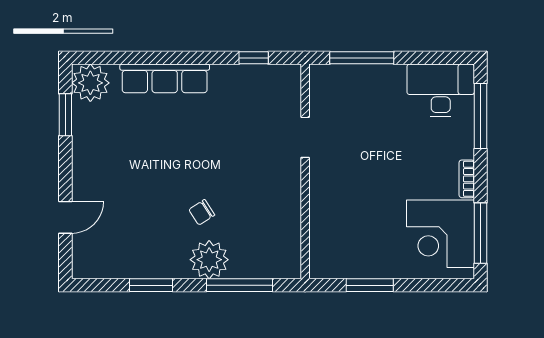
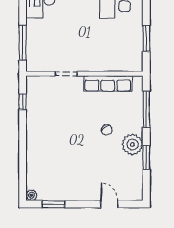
row of seats: (165, 78) -> (108, 84), moved, turned 90
plant: (90, 83) -> (31, 195), width x0.53, depth x0.53
plant: (209, 260) -> (132, 145), moved

